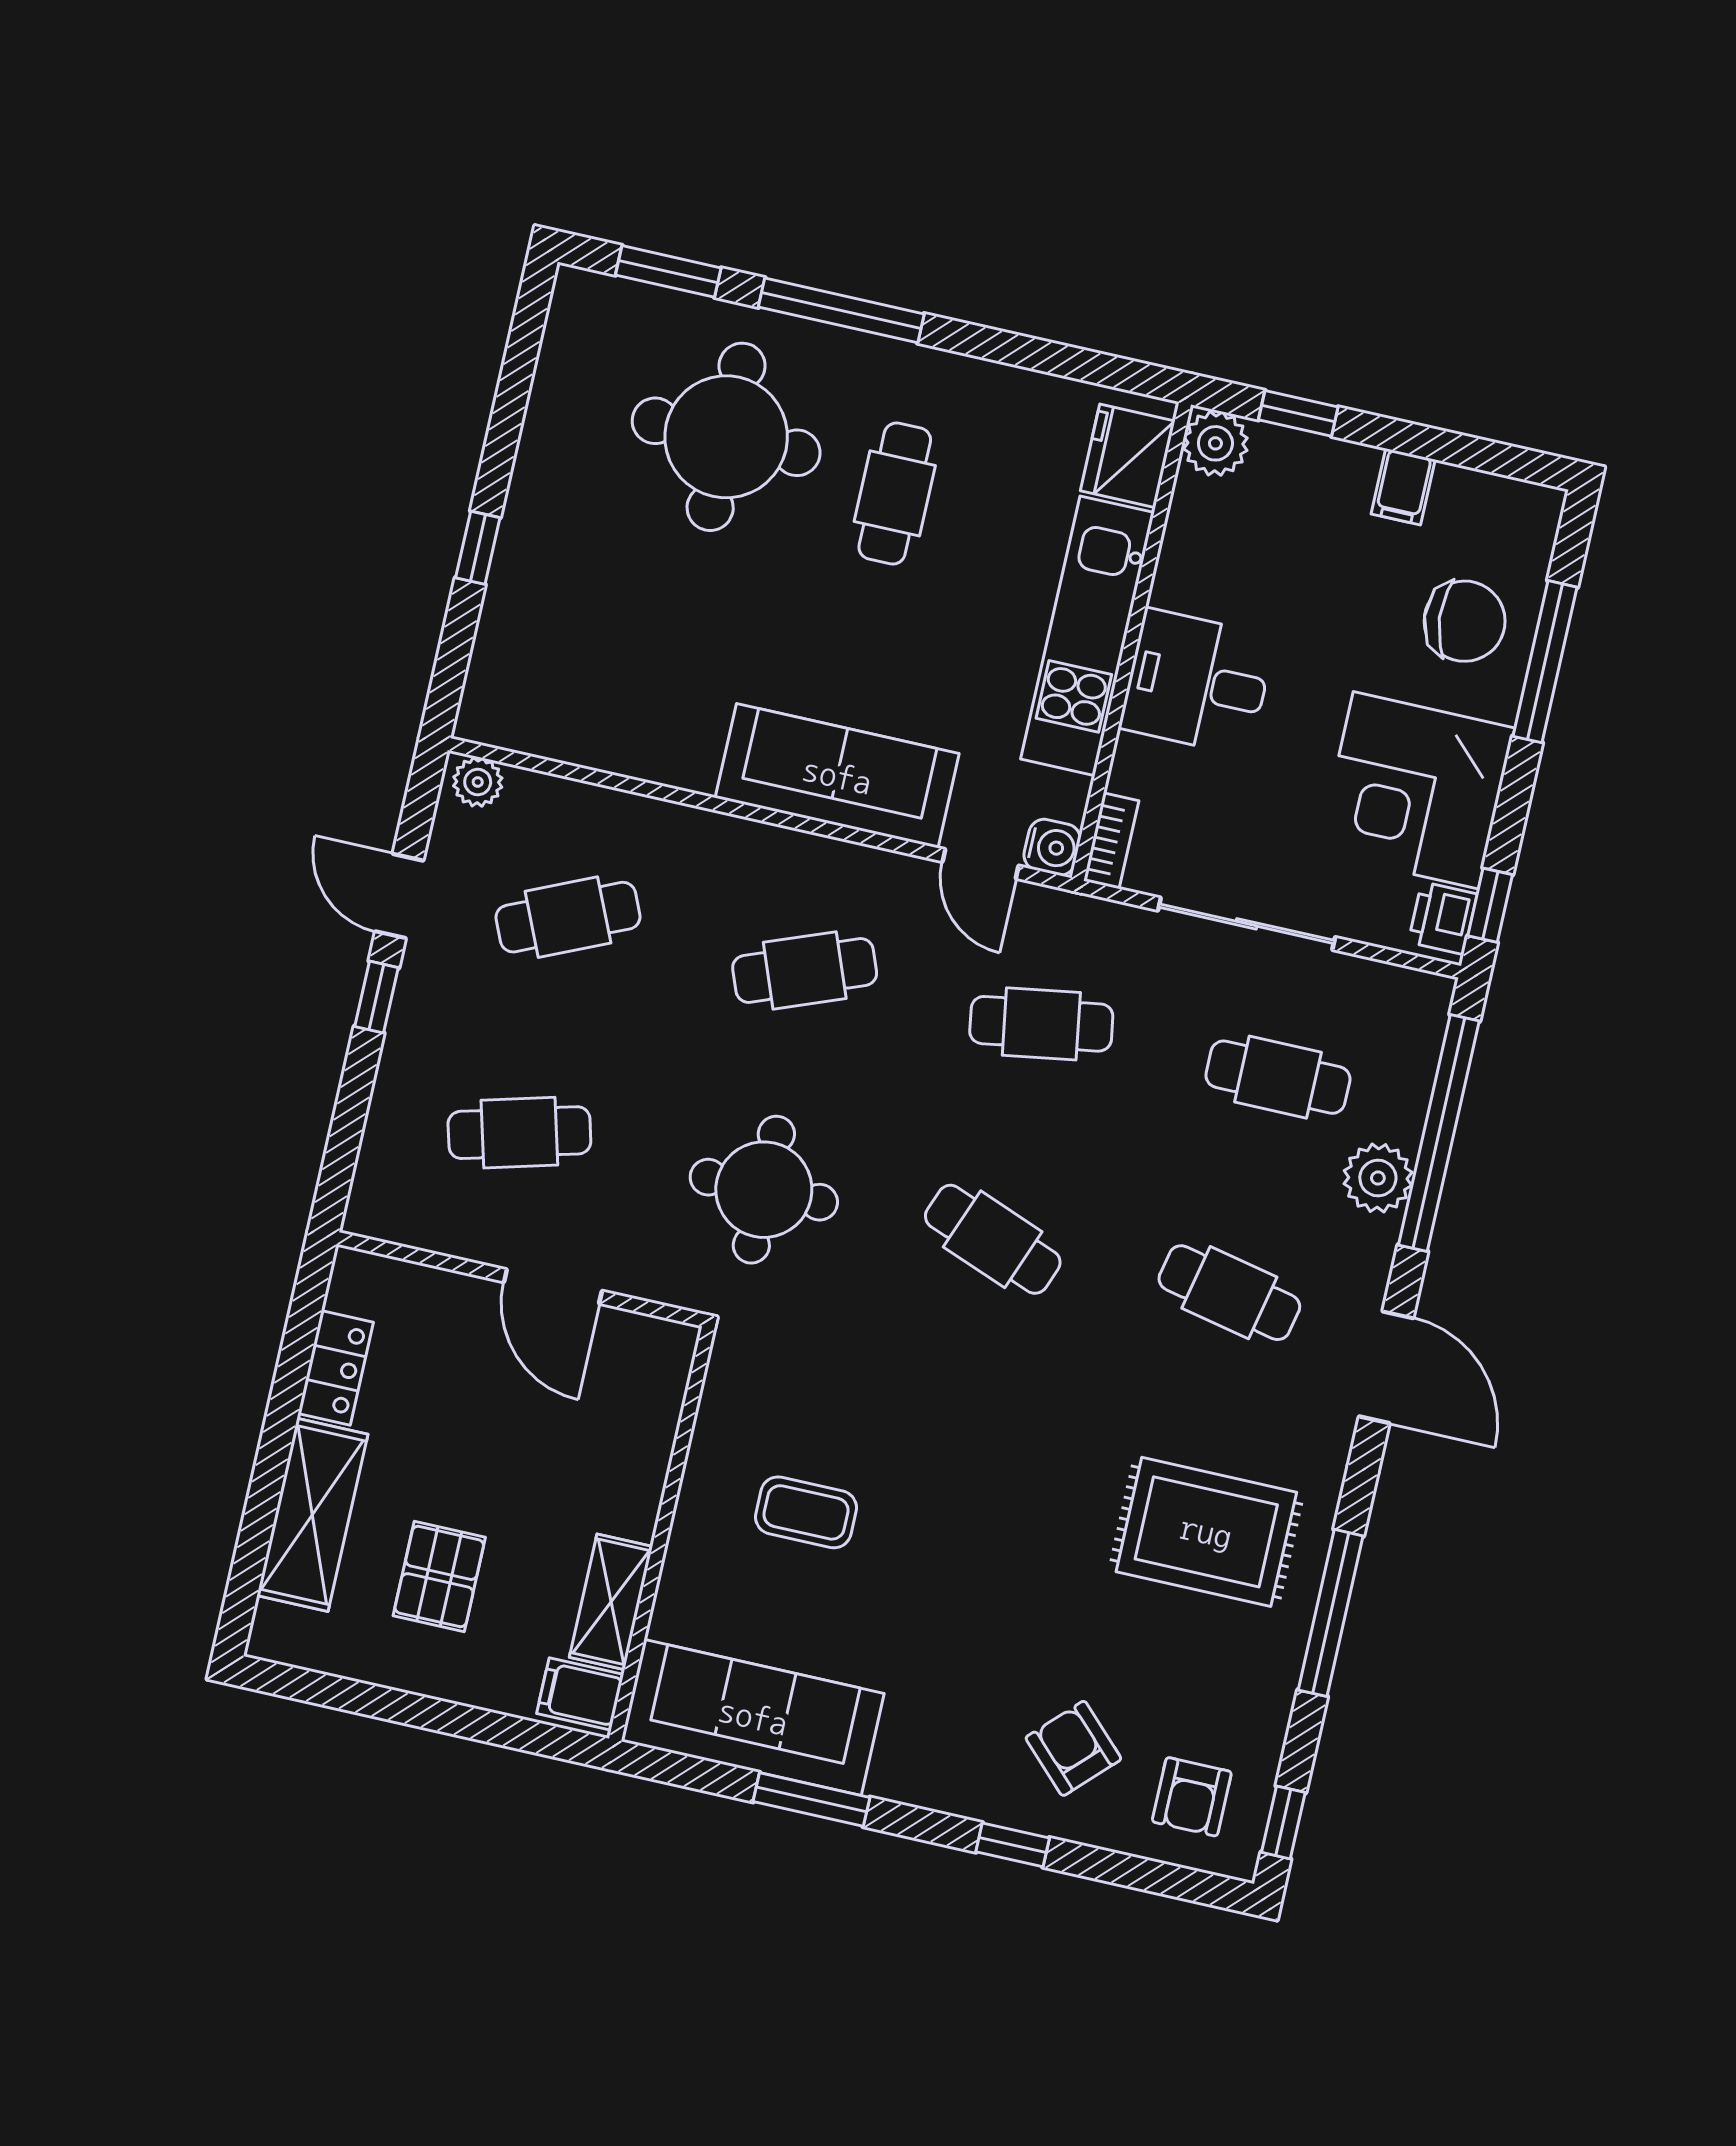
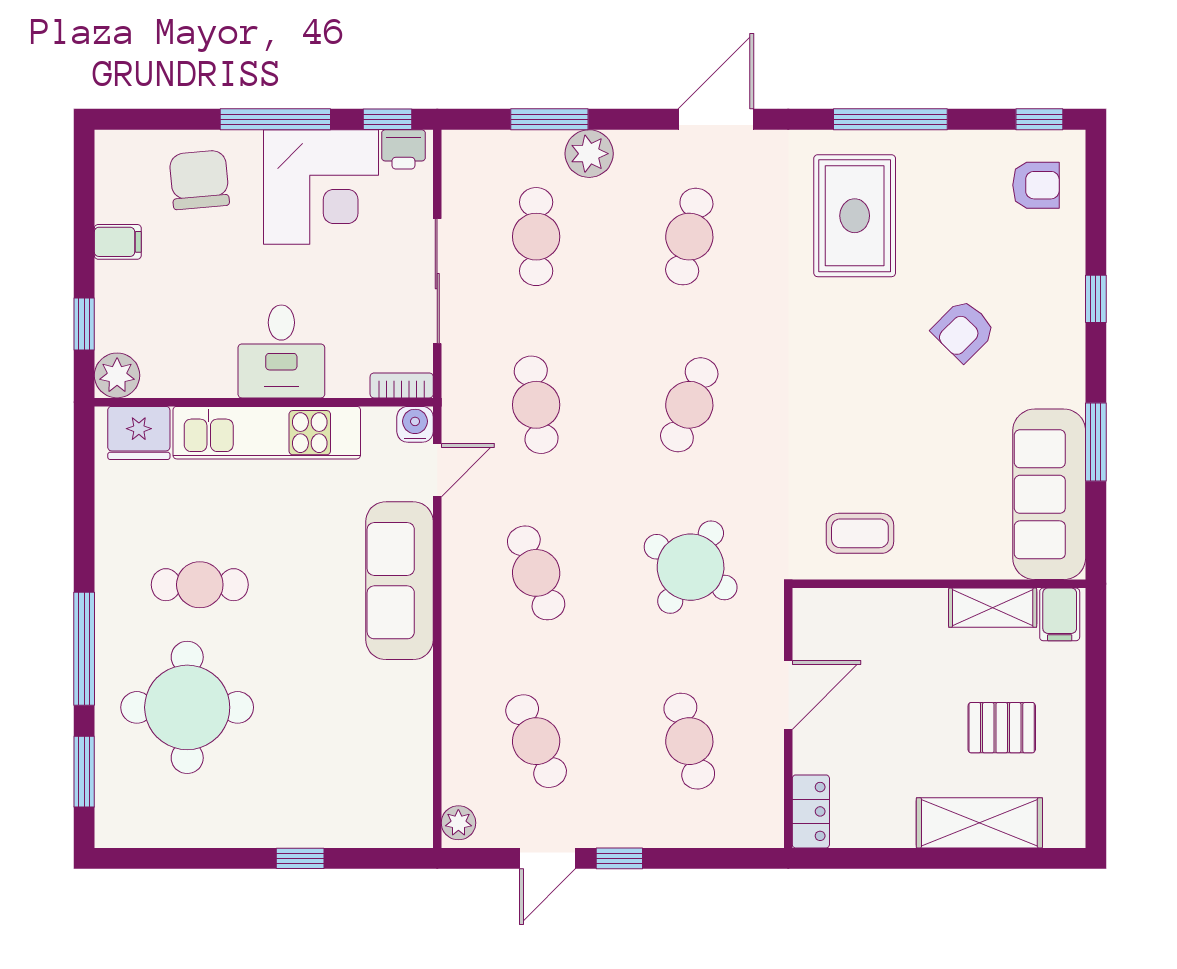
window: (1545, 662) -> (275, 119), moved
window: (1439, 1133) -> (549, 119), width x0.47
round table: (764, 1190) -> (691, 567), turned 31
locker: (336, 1368) -> (811, 811), moved, turned 90
coffee table: (806, 1512) -> (860, 533), moved, turned 90
armchair: (1073, 1748) -> (964, 331), moved

